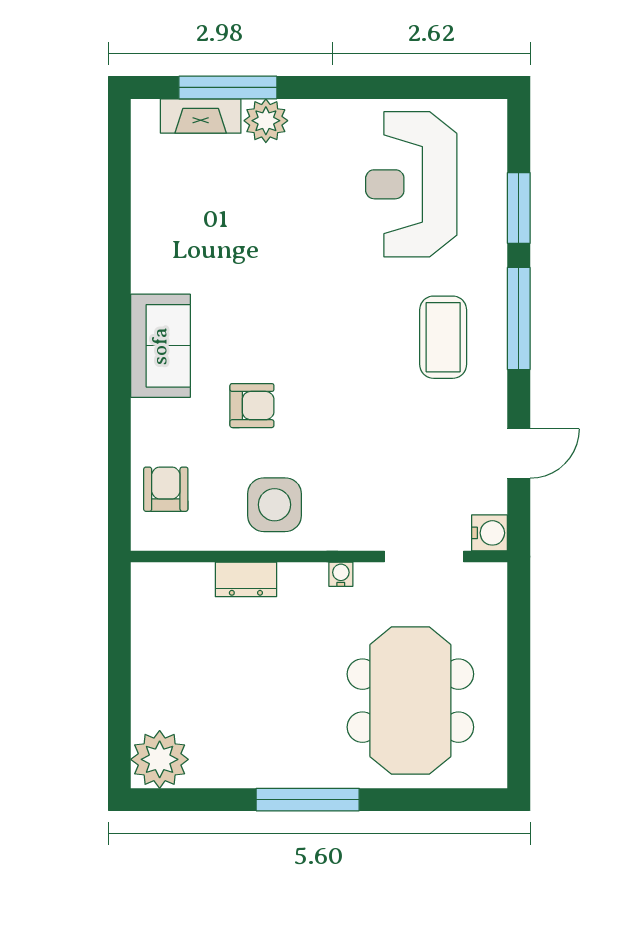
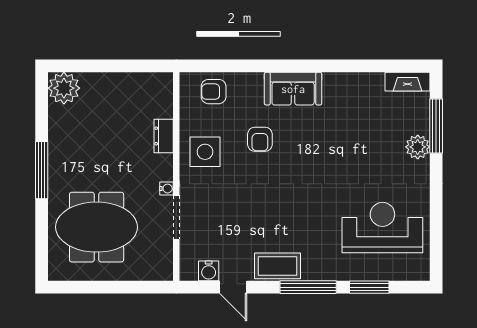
fireplace: (201, 116) -> (408, 82), moved, turned -90
coffee table: (443, 337) -> (277, 266), moved
armchair: (166, 489) -> (214, 92), turned 180
water cooler: (489, 533) -> (209, 271), moved
doorway: (424, 557) -> (176, 217), moved

